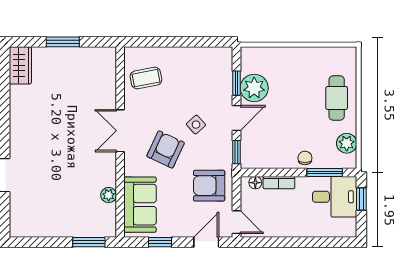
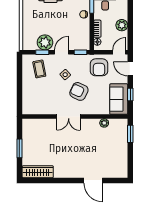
wardrobe: (20, 65) -> (38, 172), width x1.50
coffee table: (146, 78) -> (39, 69), moved
door: (236, 118) -> (62, 52), hinge flipped
sofa: (140, 205) -> (119, 99), moved, turned -90
plant: (285, 227) -> (122, 25), added

